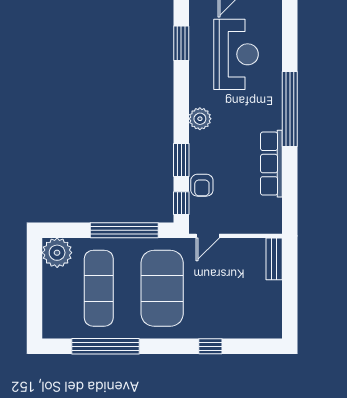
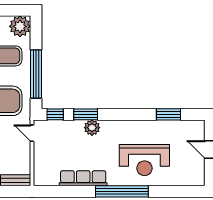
reception desk: (236, 54) -> (144, 160), moved
plant: (200, 119) -> (92, 128), moved
armchair: (202, 185) -> (68, 129), removed

